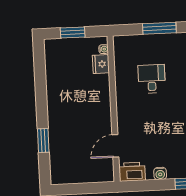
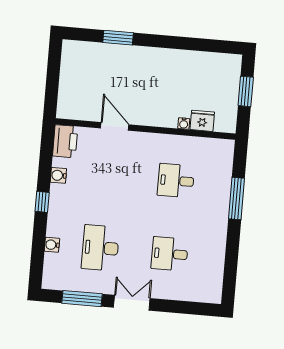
water cooler: (104, 49) -> (184, 124), moved
desk: (152, 79) -> (176, 181), turned 180
door: (115, 146) -> (115, 126), moved

